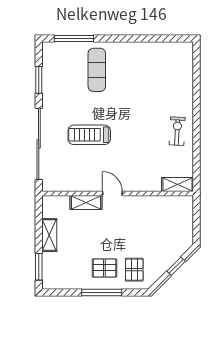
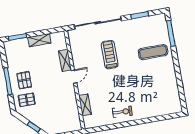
shelving: (177, 184) -> (85, 105), moved

